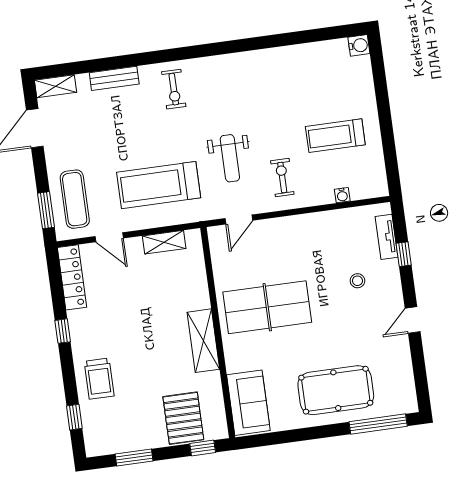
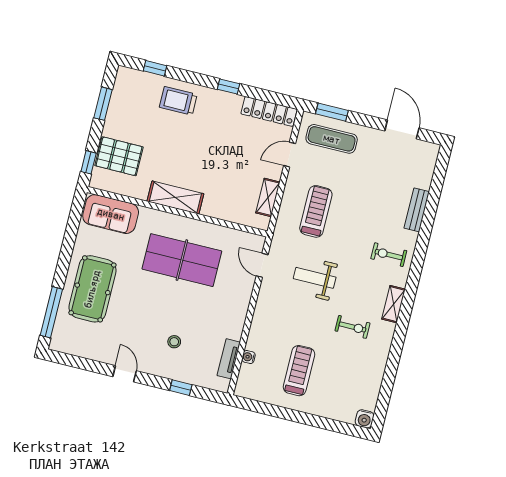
shelving: (56, 86) -> (394, 304), moved
exercise bike: (282, 177) -> (352, 327), moved
treadmill: (159, 185) -> (316, 211), width x0.73, depth x0.73
tv unit: (387, 237) -> (229, 359), moved, turned -90
table tennis table: (267, 307) -> (182, 260), turned 90

